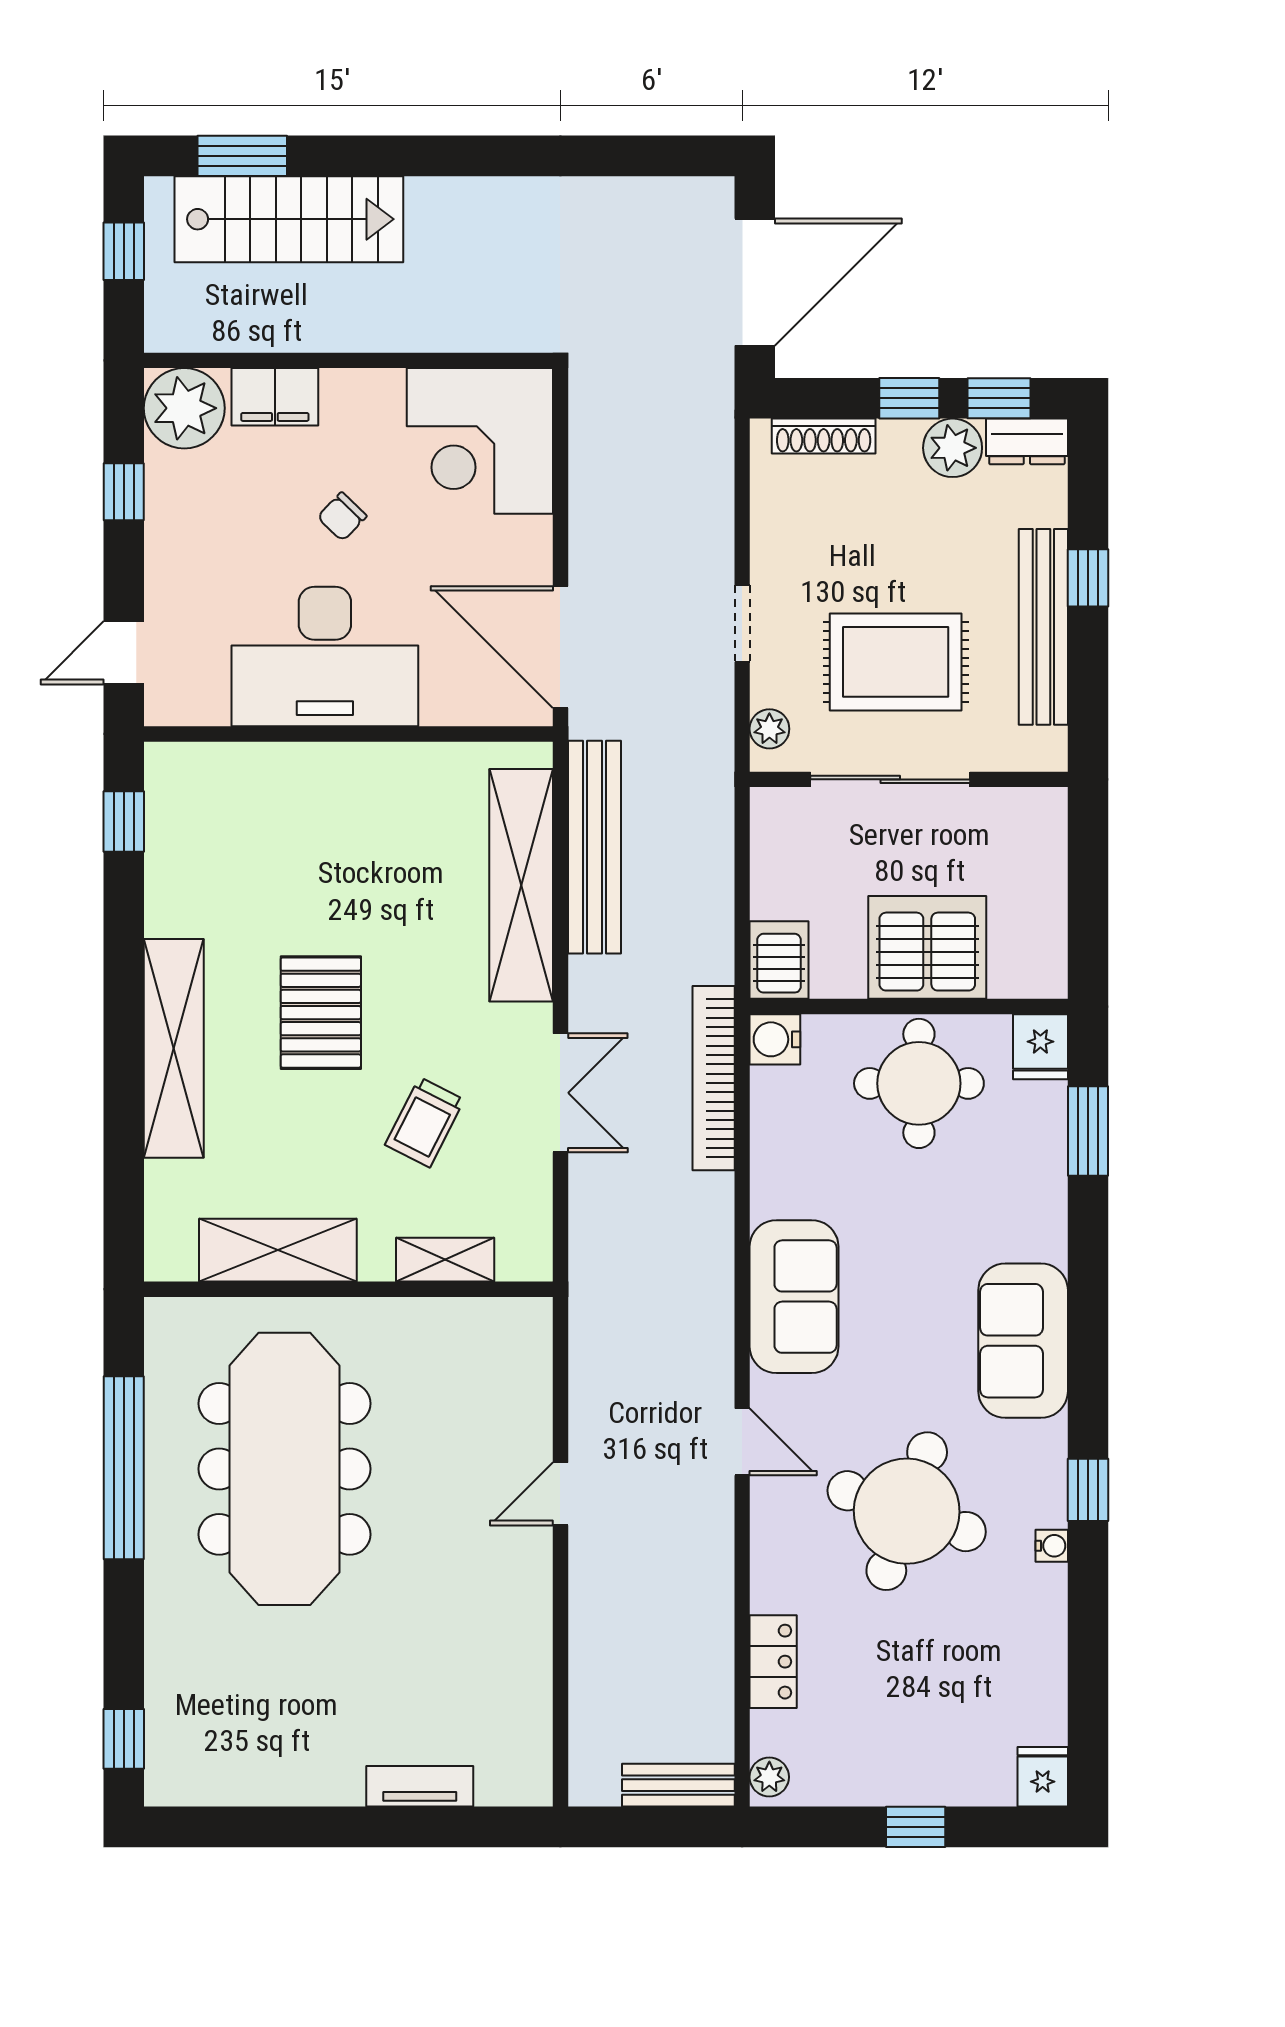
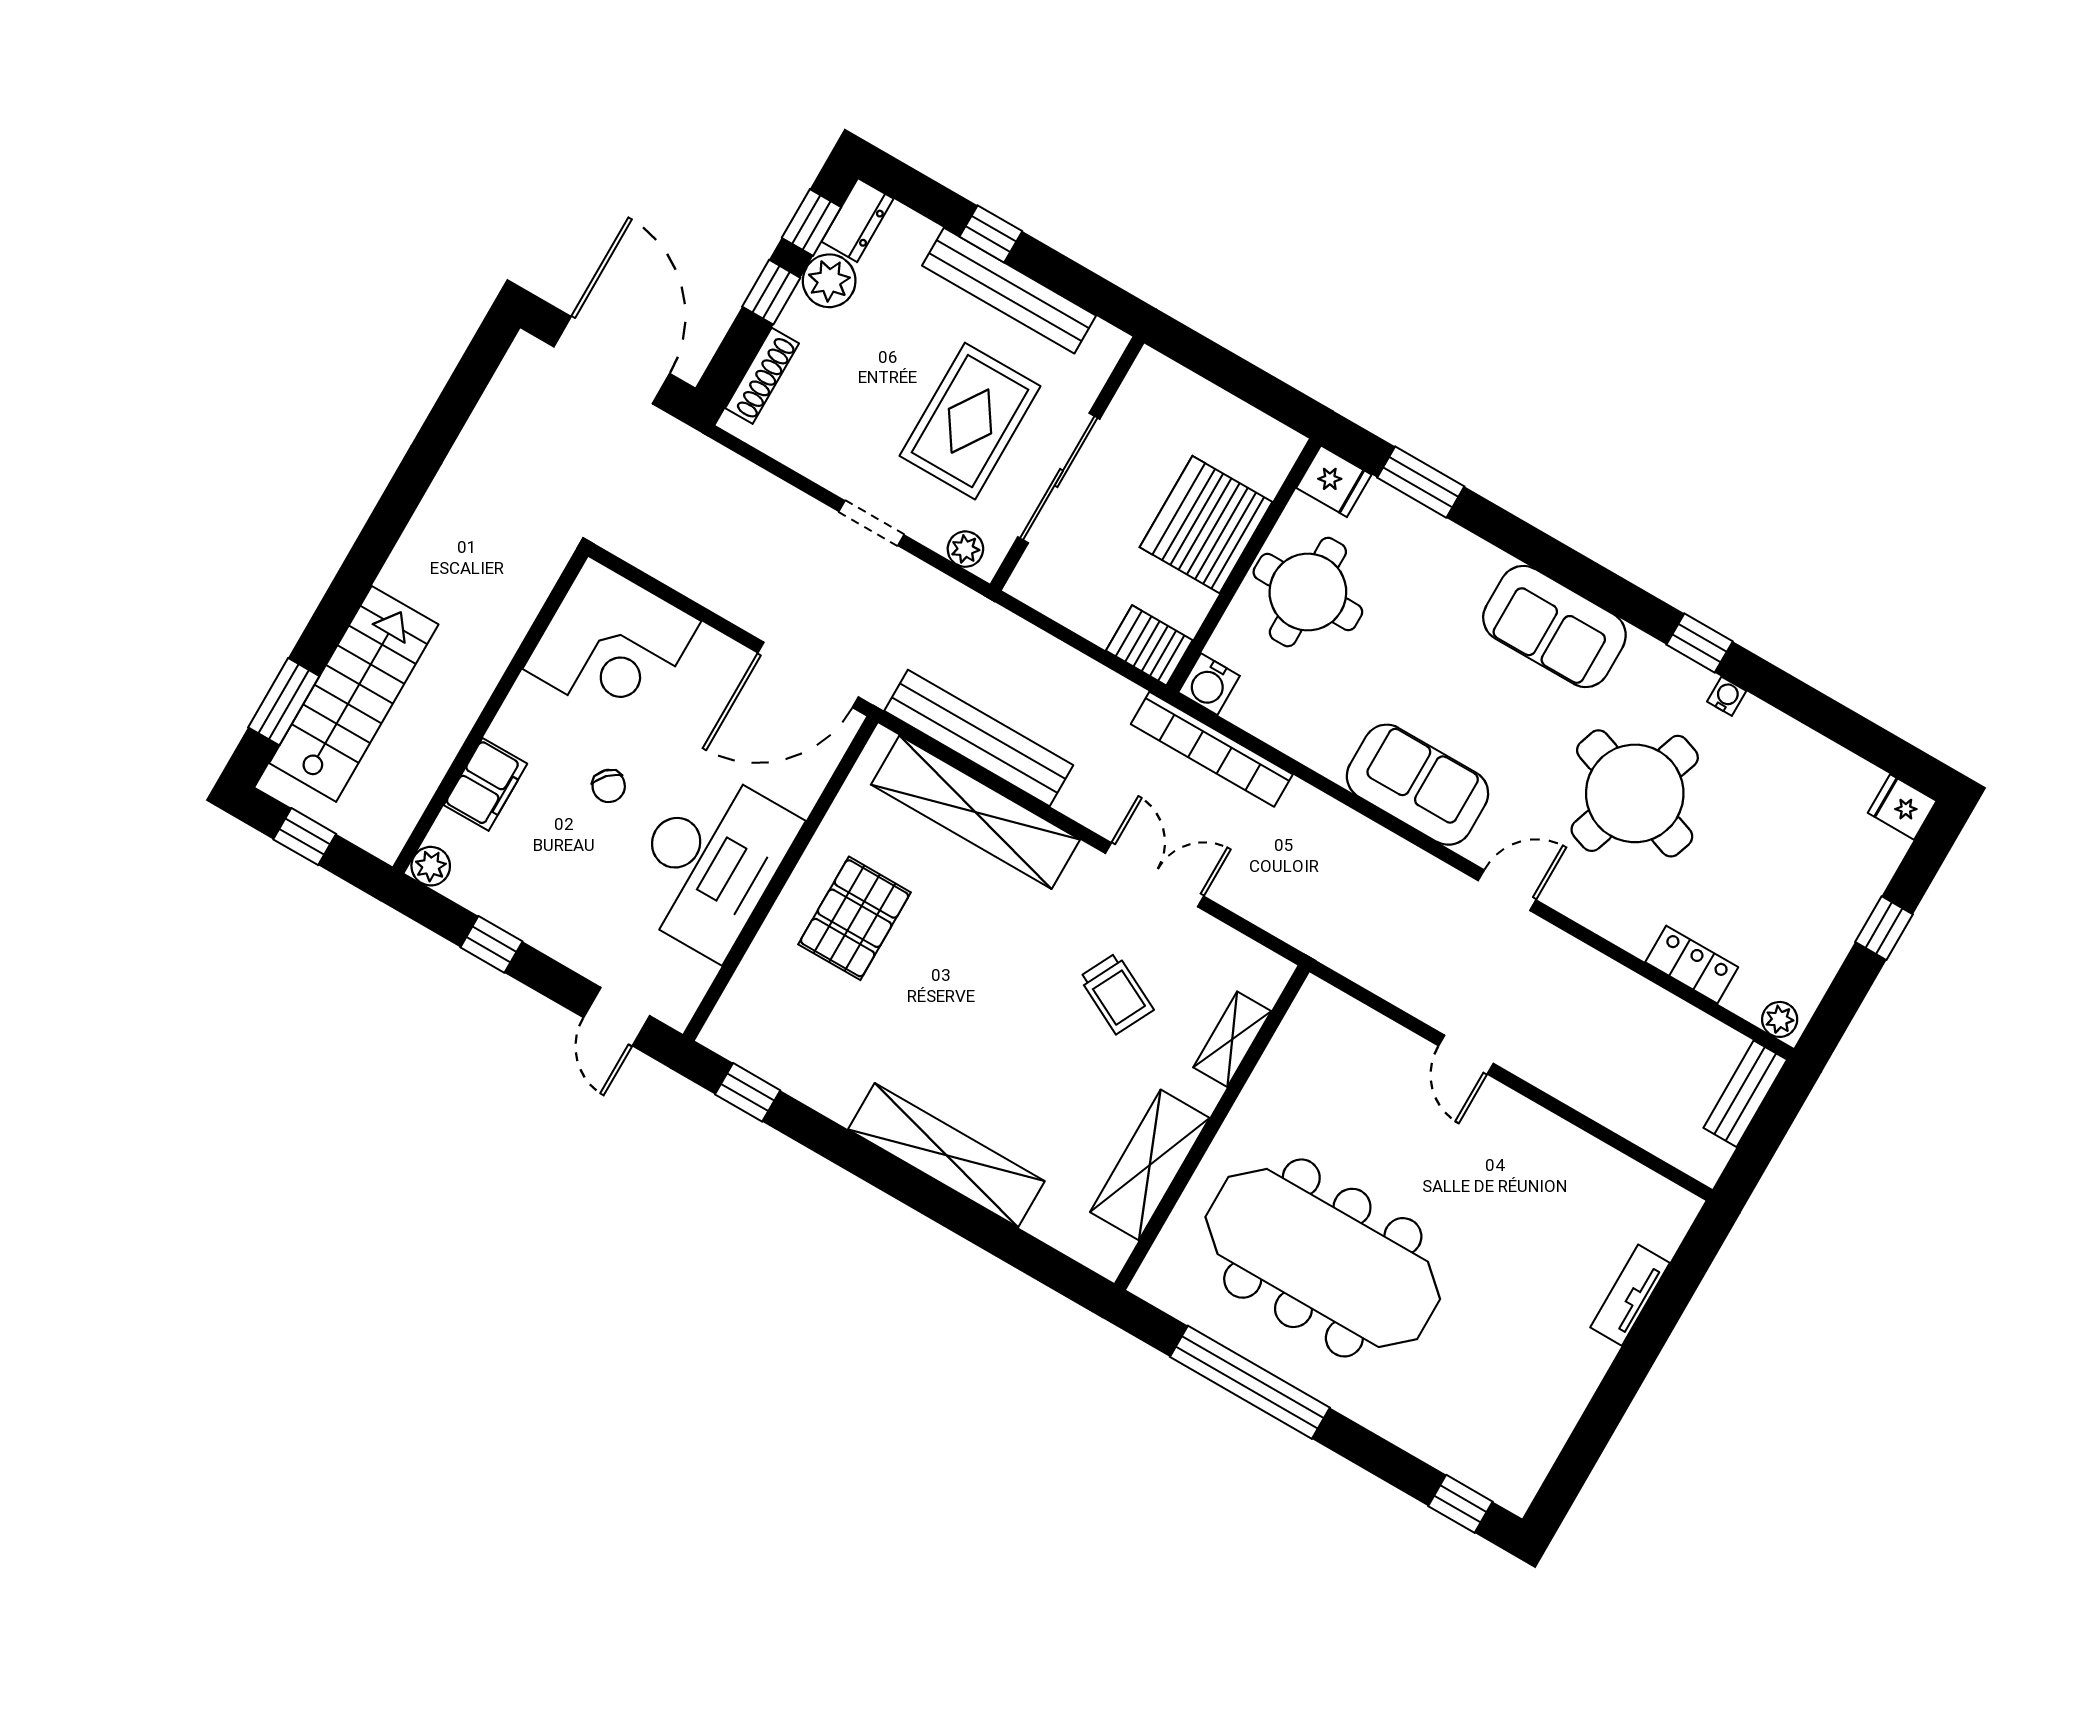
plant: (184, 408) -> (431, 866), width x0.53, depth x0.53
pallet: (321, 1013) -> (855, 918), moved, turned 90

